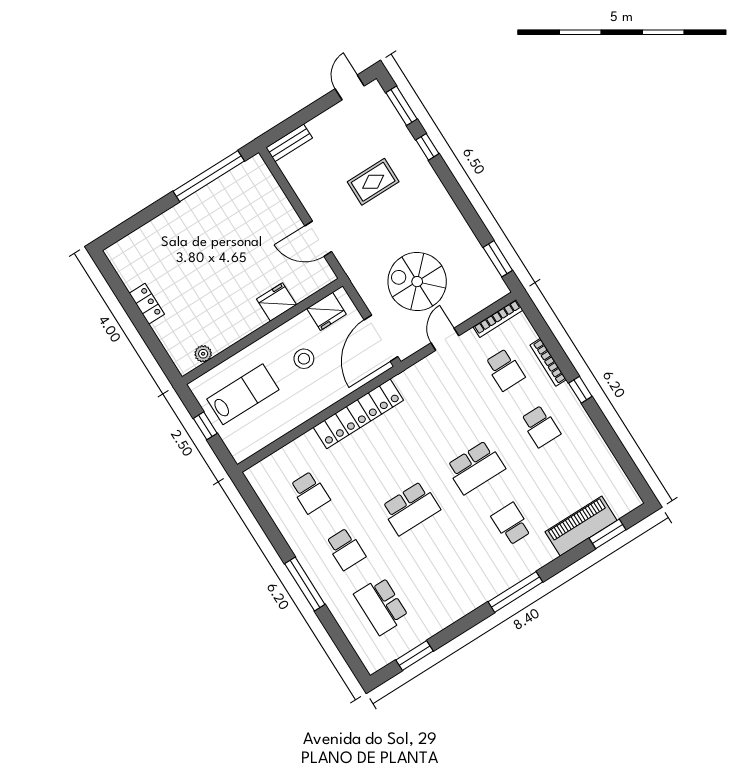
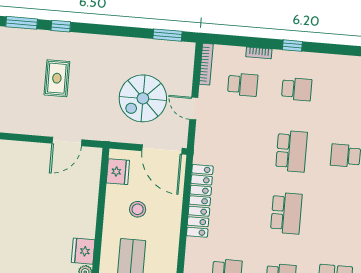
fridge: (277, 302) -> (83, 251), moved
bookcase: (548, 362) -> (259, 53), width x0.64

